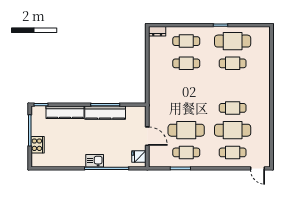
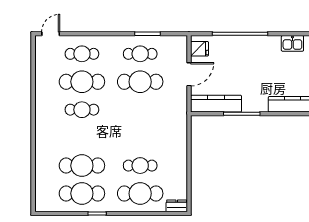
cafe table: (186, 41) -> (140, 193), width x1.37, depth x1.35
cafe table: (233, 63) -> (82, 166), width x1.37, depth x1.35
kitchen counter: (105, 113) -> (216, 104), moved
door: (147, 136) -> (189, 74), swing flipped
kitchen sink: (95, 161) -> (292, 43), moved
door: (258, 168) -> (51, 34), hinge flipped

